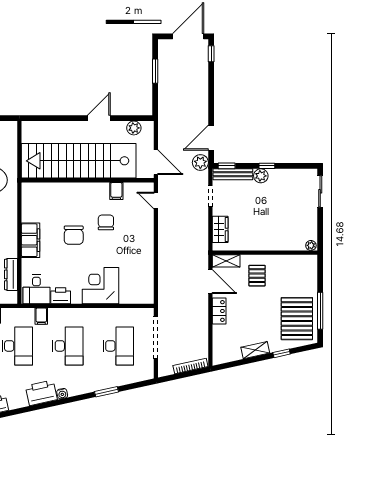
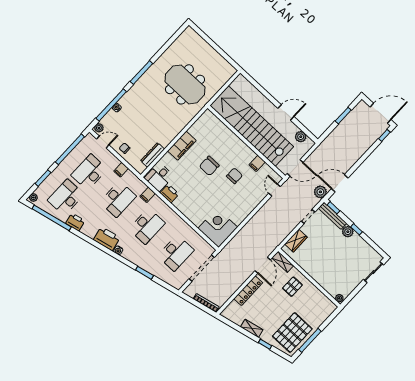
door: (156, 162) -> (295, 168), hinge flipped
corner desk: (101, 286) -> (218, 228), moved
locker: (219, 311) -> (248, 291), width x1.53

